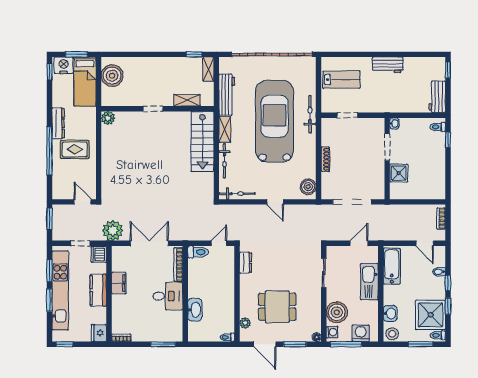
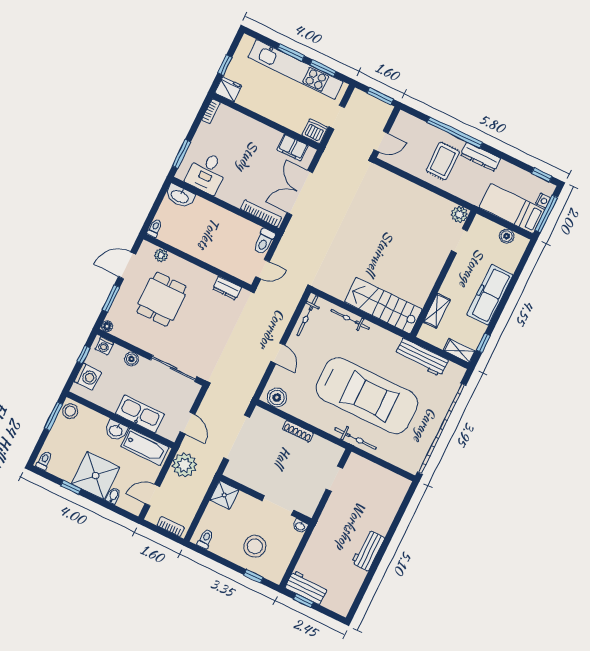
window: (76, 54) -> (546, 214), width x1.44
nightstand: (64, 65) -> (543, 201), width x0.53, depth x0.56
freezer: (156, 67) -> (490, 295), added
window: (448, 70) -> (303, 601), moved
boiler: (112, 76) -> (507, 236), width x0.54, depth x0.54
lab bench: (341, 80) -> (377, 491), removed
doorway: (153, 109) -> (459, 241), moved
toilet: (438, 127) -> (205, 539), moved
shelving: (225, 129) -> (384, 337), removed
stool: (425, 150) -> (255, 546), added
shower: (399, 173) -> (224, 495), moved
door: (275, 202) -> (278, 353), swing flipped
plant: (113, 230) -> (184, 465), moved
double door: (149, 243) -> (300, 193), swing flipped
door: (219, 243) -> (263, 269), hinge flipped
sliding door: (324, 273) -> (174, 368), width x1.37
filing cabinet: (119, 283) -> (292, 148), moved
window: (448, 283) -> (96, 500), removed
kitchen counter: (98, 290) -> (276, 112), removed
desk: (168, 296) -> (207, 173), moved
washbasin: (195, 310) -> (180, 196), moved
boiler: (337, 312) -> (131, 359), width x0.54, depth x0.54
washbasin: (390, 313) -> (116, 430), moved
shower: (430, 315) -> (96, 475), moved
window: (65, 344) -> (225, 65), moved
window: (346, 344) -> (83, 355), width x0.46
window: (421, 344) -> (53, 416), moved

